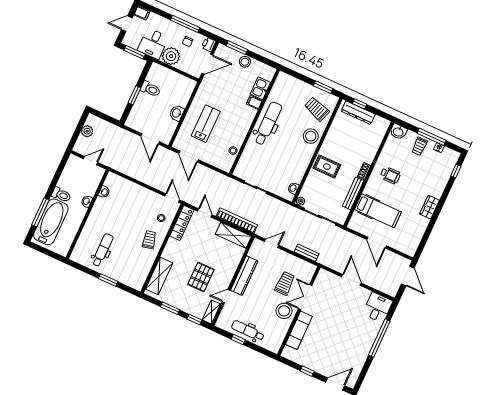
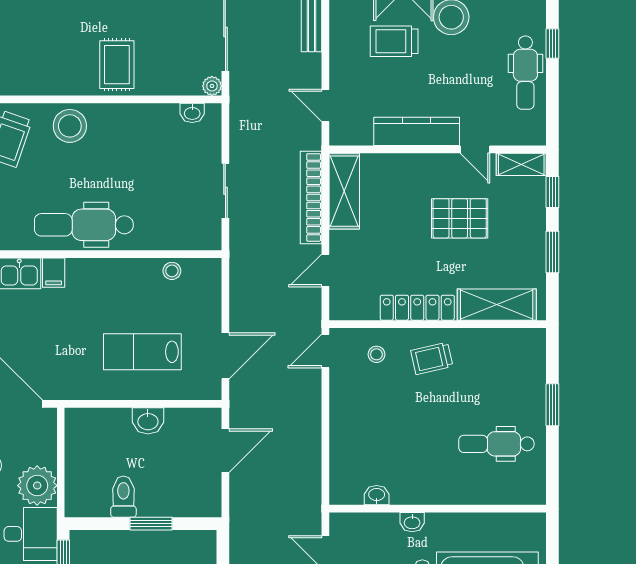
locker: (182, 223) -> (417, 308), moved
window: (238, 340) -> (552, 43), moved

